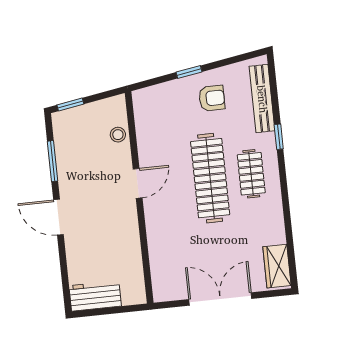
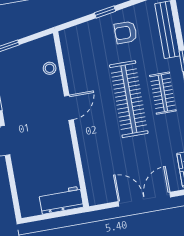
armchair: (212, 98) -> (126, 32), turned 180
workbench: (95, 296) -> (61, 200), moved

